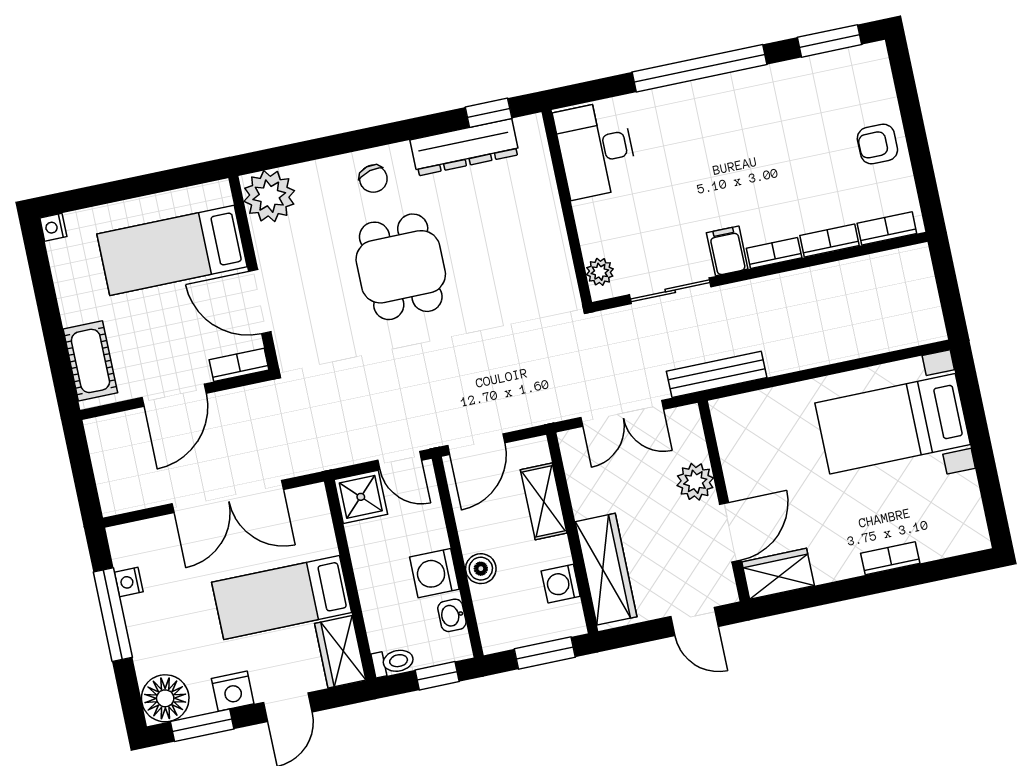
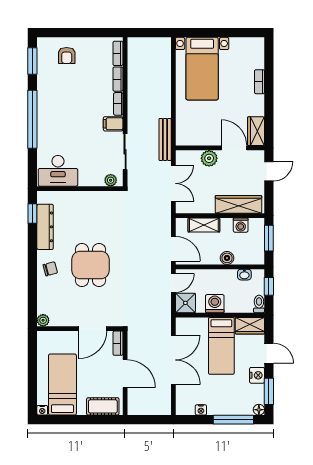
armchair: (877, 144) -> (67, 55), moved
plant: (269, 196) -> (43, 320), width x0.53, depth x0.53
bed: (172, 250) -> (62, 385), moved, turned 180
dining table: (401, 267) -> (90, 265), turned 90
washing machine: (434, 573) -> (215, 304), moved, turned 180
window: (113, 615) -> (233, 420), moved
floor lamp: (165, 698) -> (259, 410), width x0.53, depth x0.53

